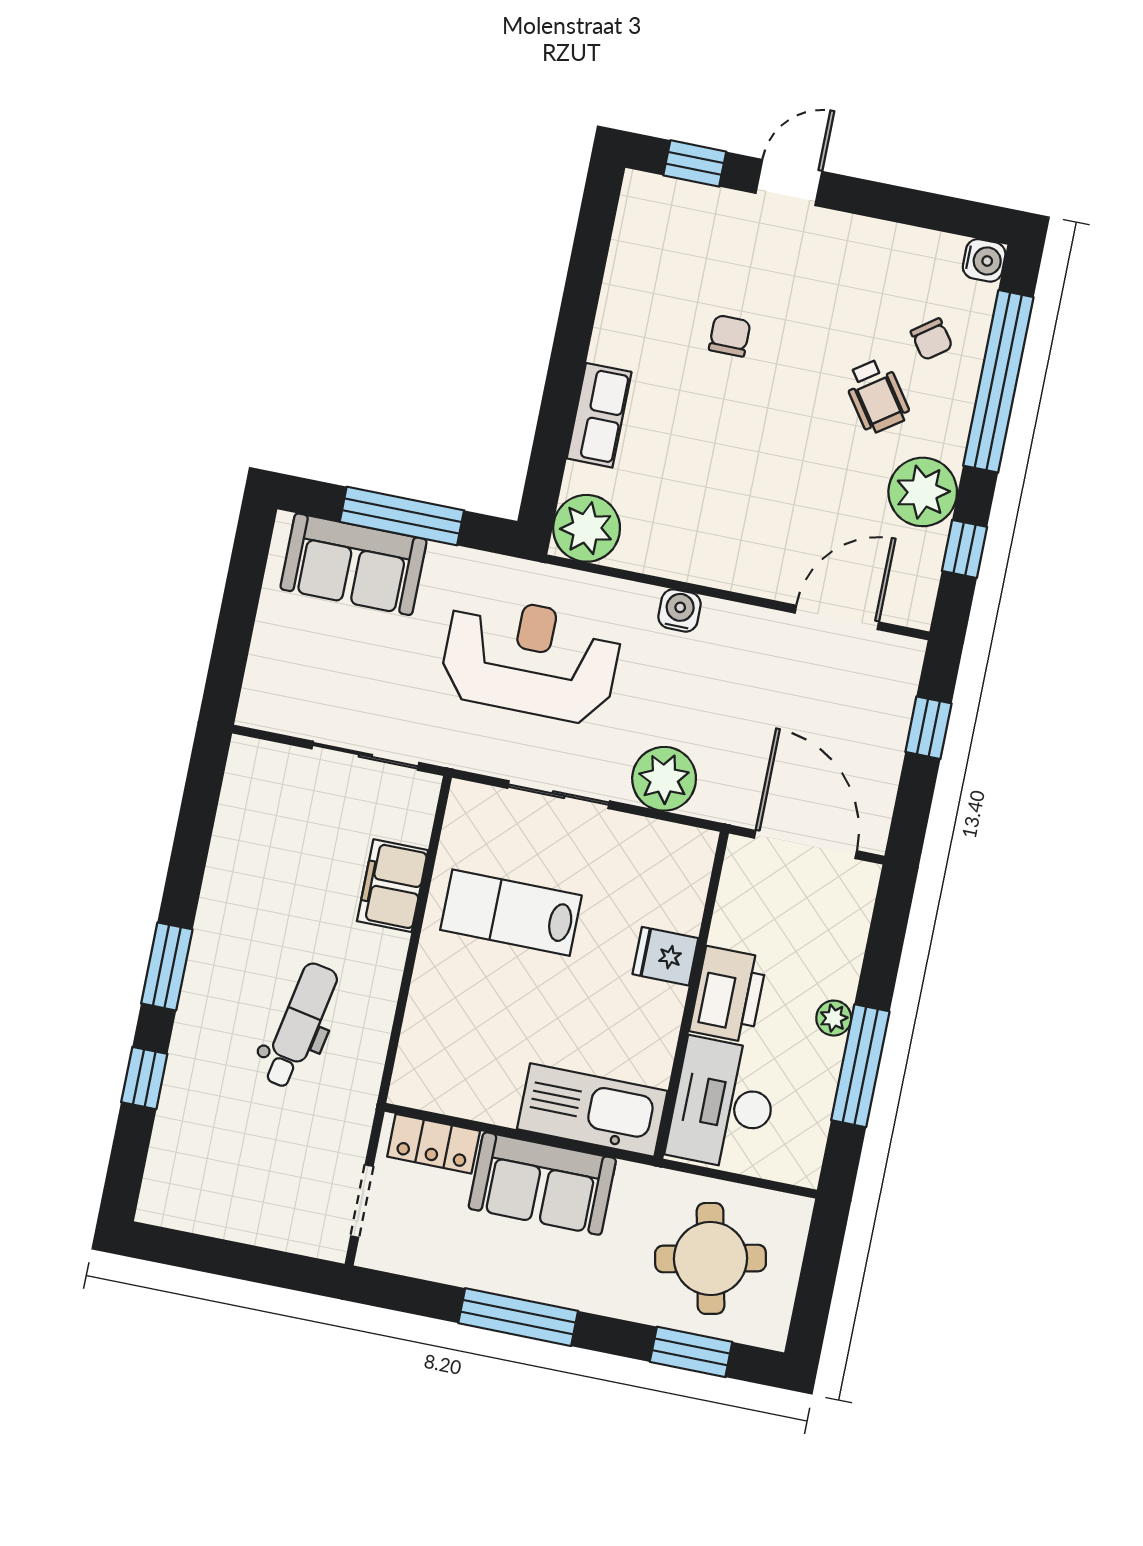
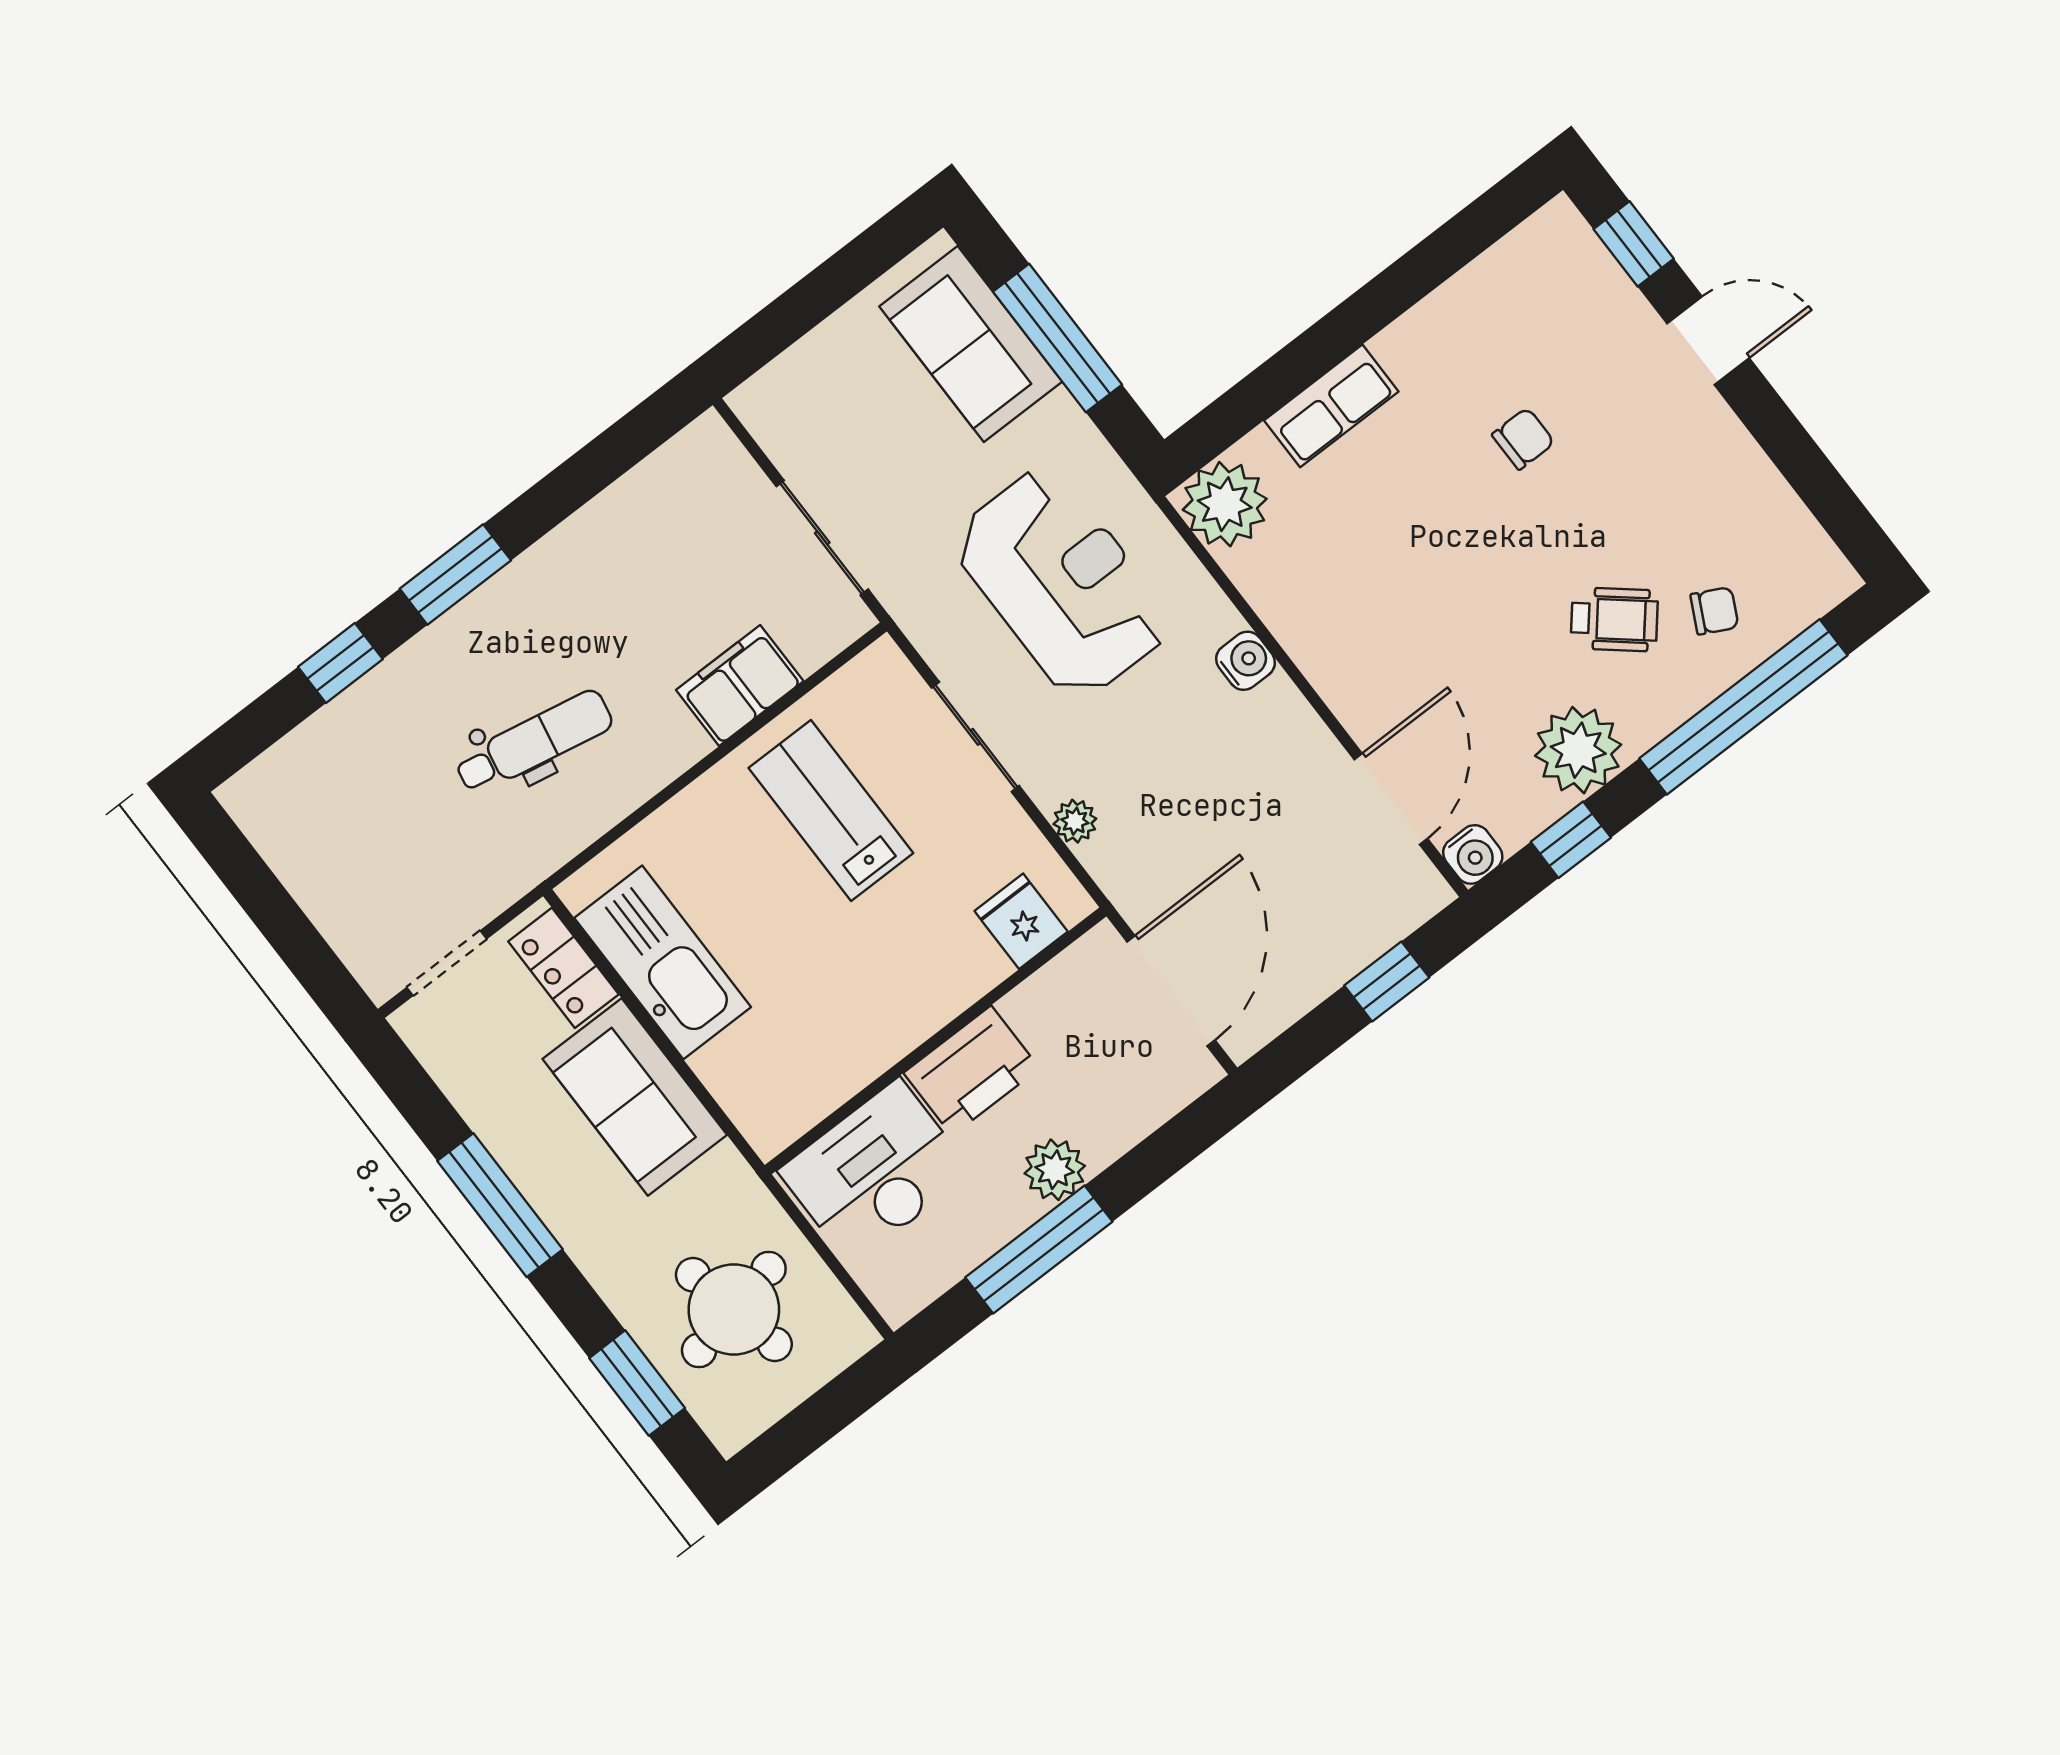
water cooler: (984, 260) -> (1473, 854), moved
chair: (932, 339) -> (1714, 611), turned -117
wheelchair: (877, 396) -> (1614, 619), turned -105
door: (837, 617) -> (1391, 799), hinge flipped
plant: (664, 779) -> (1075, 821), width x0.53, depth x0.53
fridge: (665, 956) -> (1021, 921), moved
plant: (834, 1018) -> (1055, 1170), width x1.38, depth x1.38
kitchen sink: (592, 1110) -> (663, 962), moved

